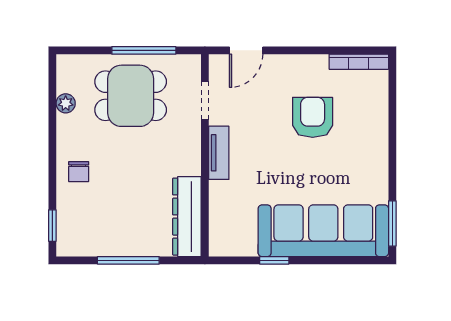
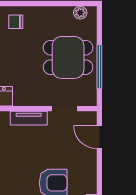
dining table: (131, 96) -> (68, 57), turned 90
plant: (66, 103) -> (80, 13), moved

